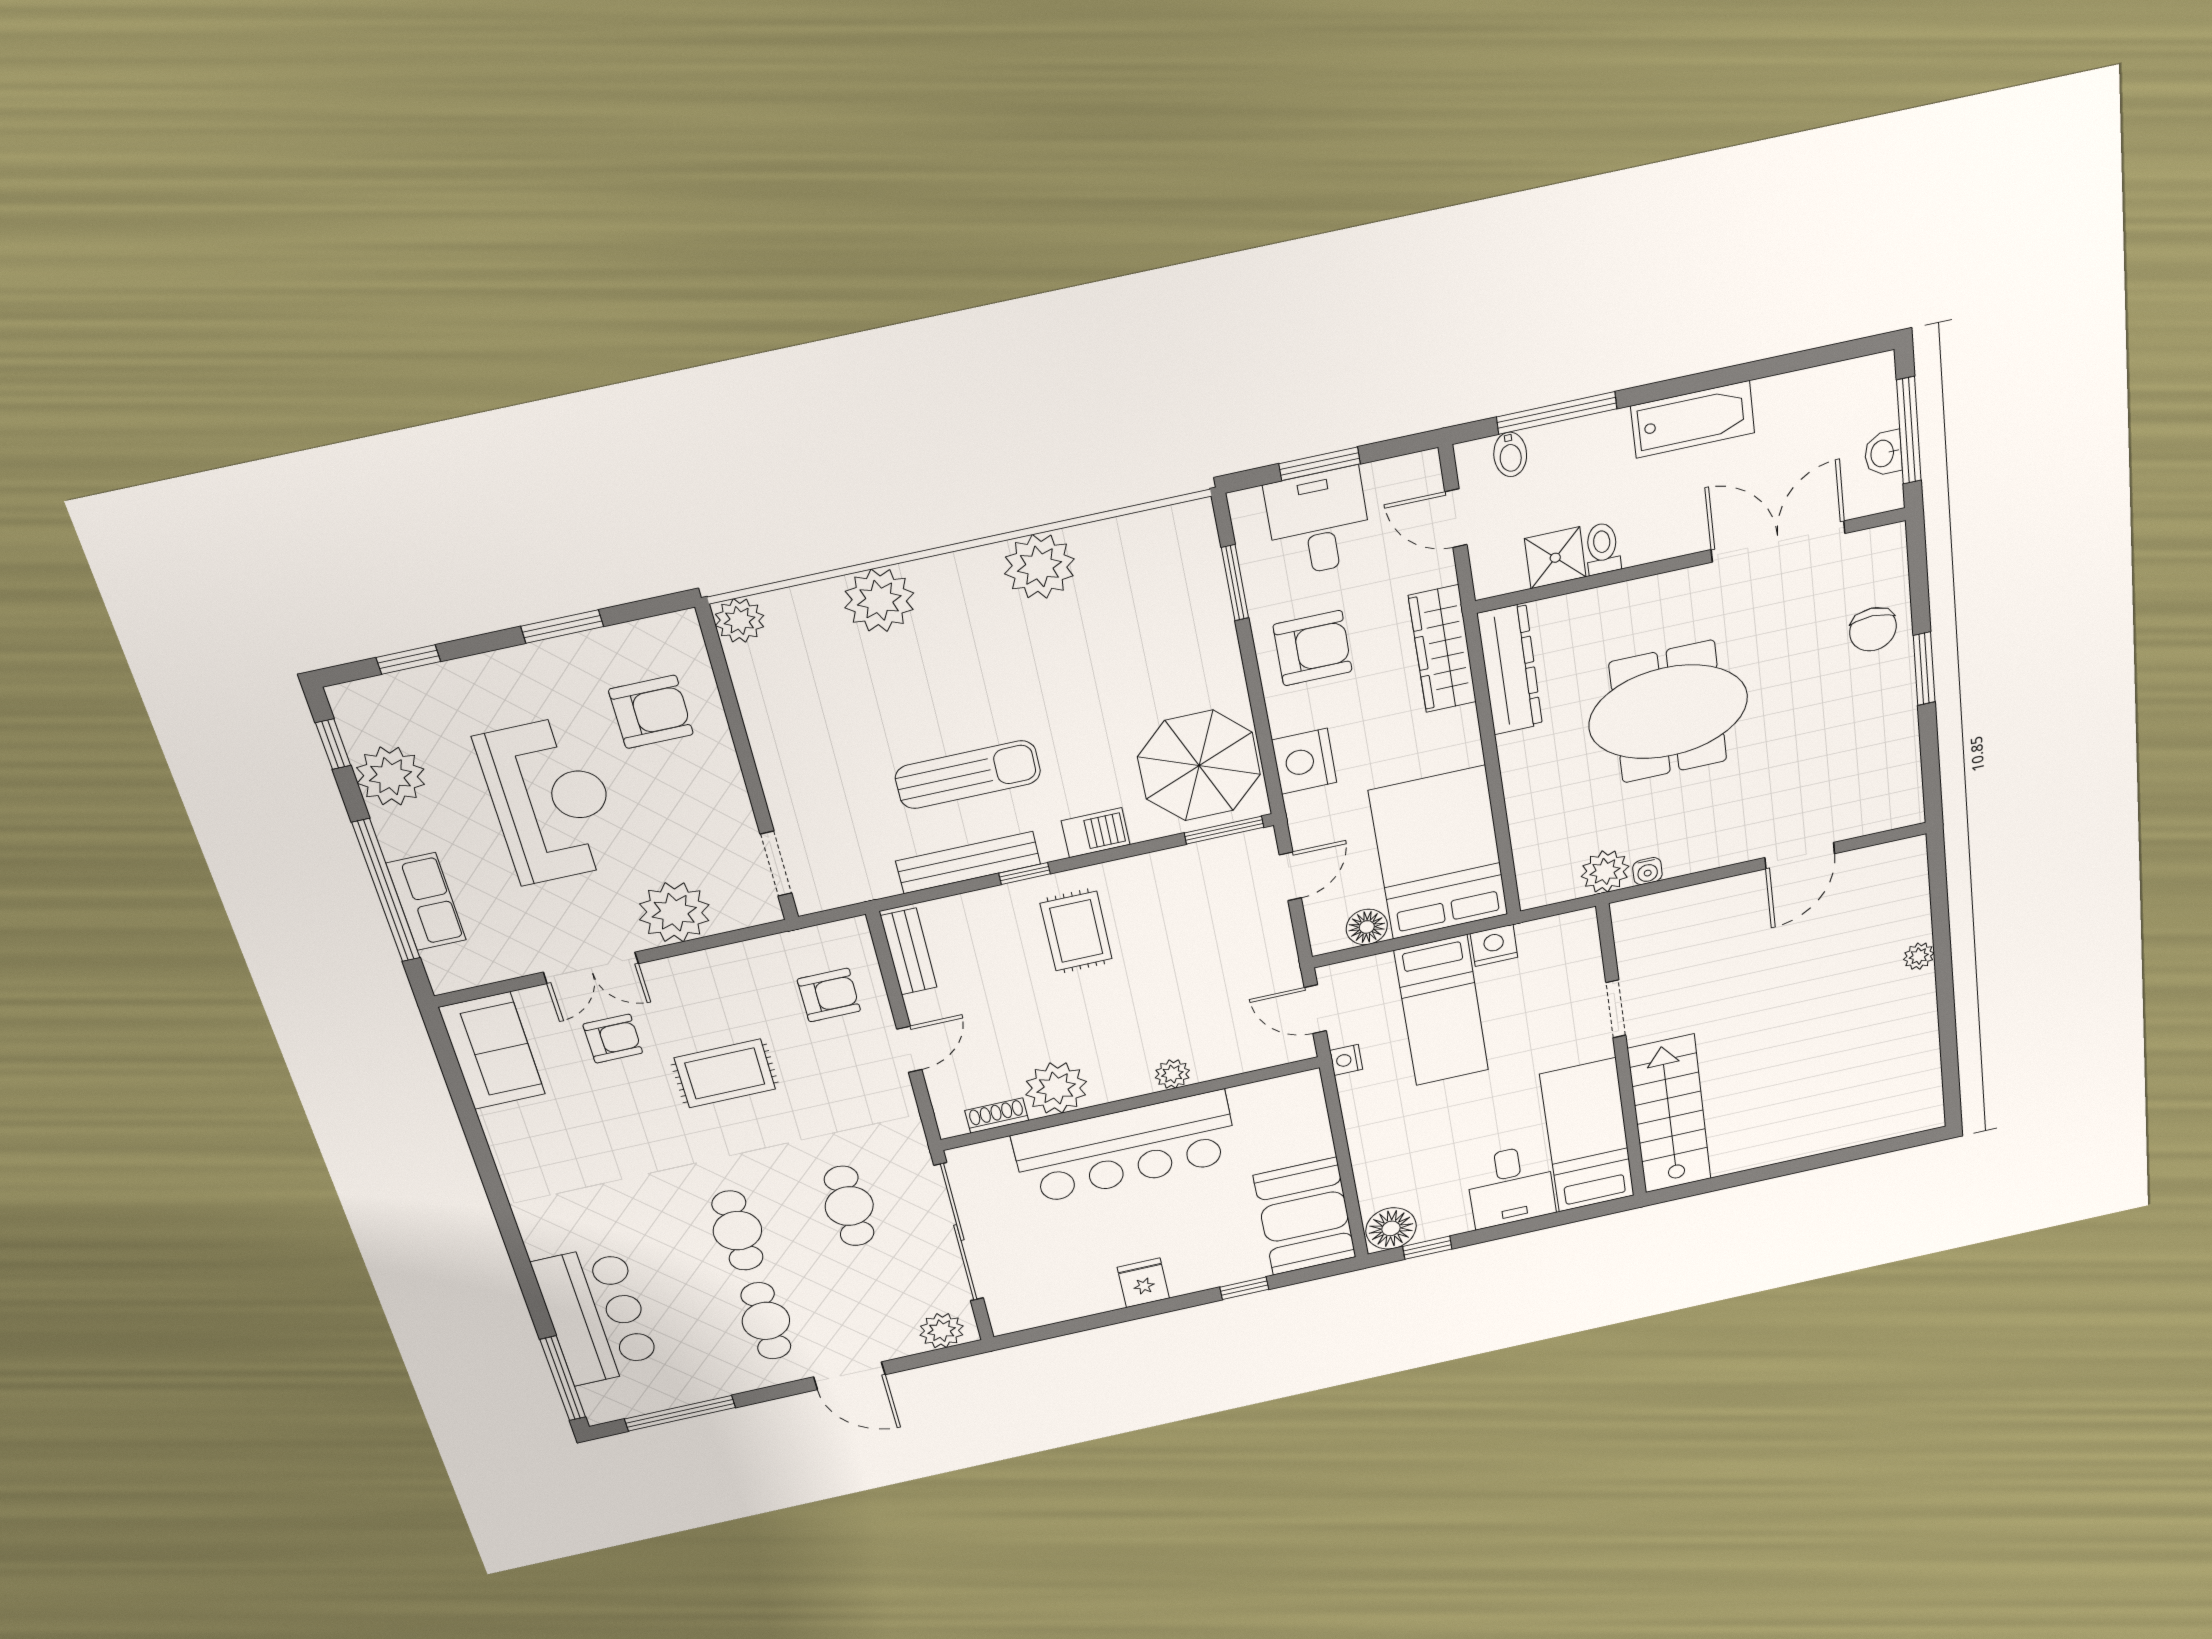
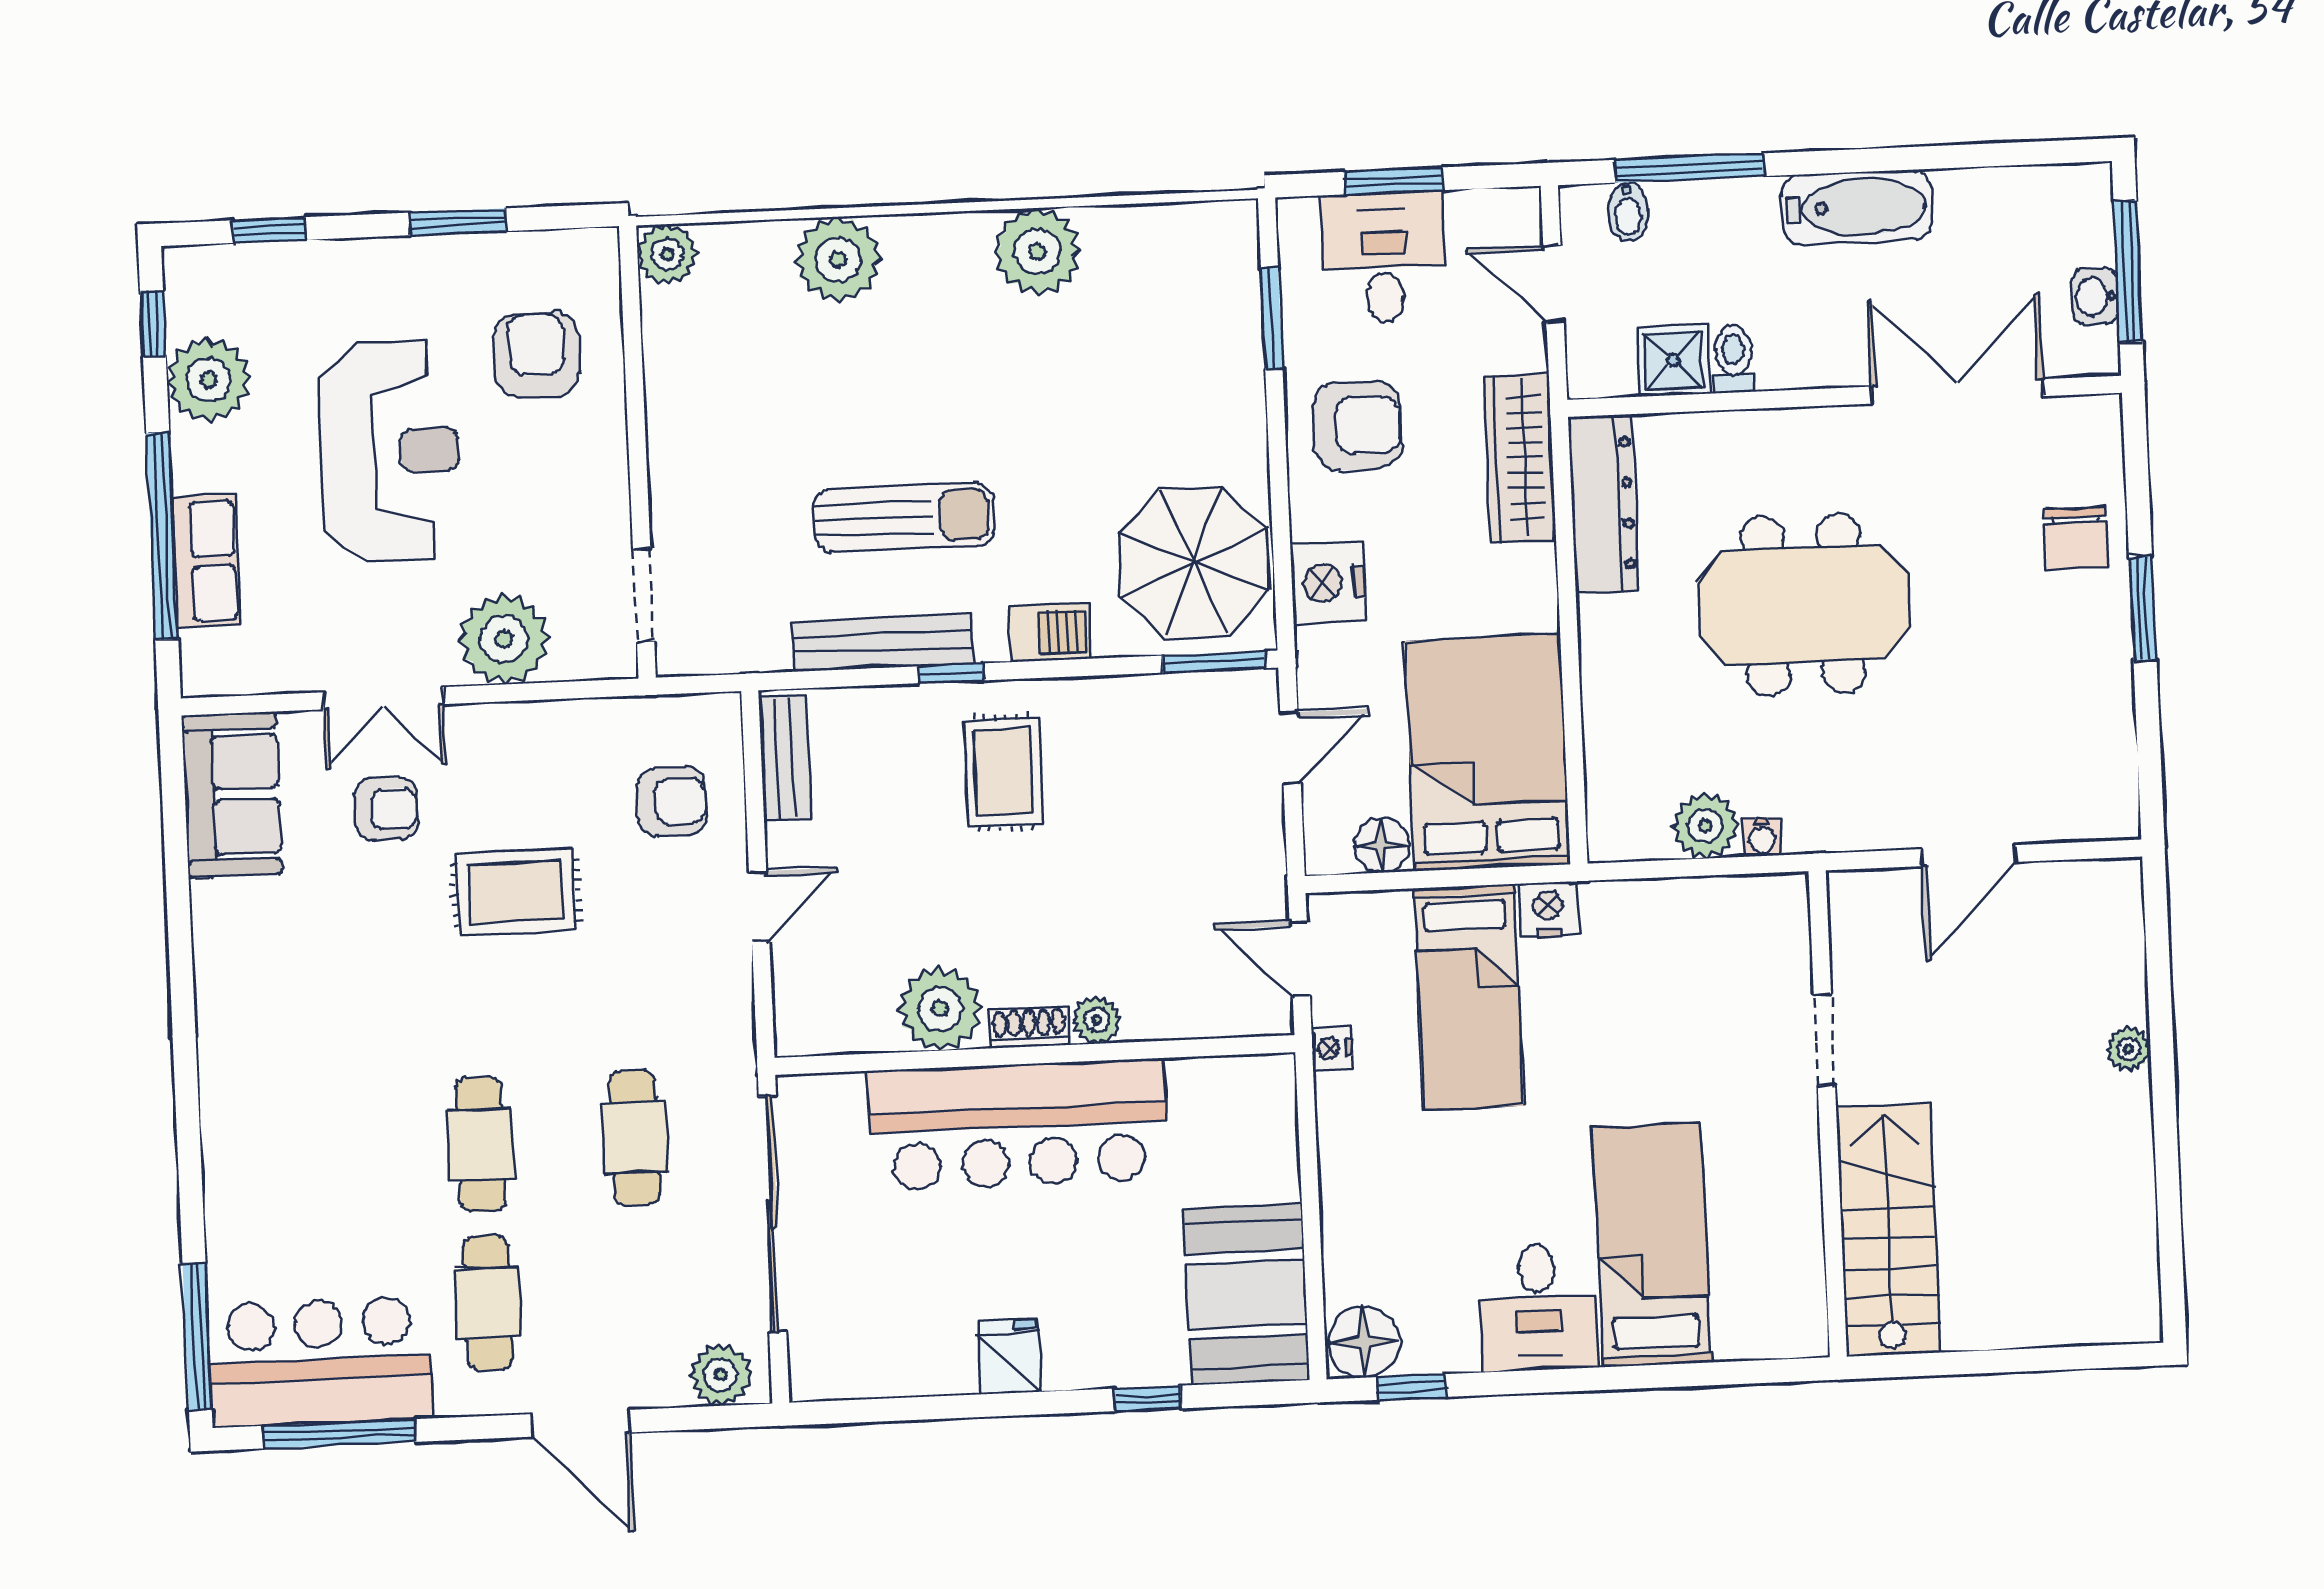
armchair: (651, 712) -> (537, 355), turned -90
doorway: (1616, 1009) -> (1824, 1040), moved
wall: (1622, 1053) -> (1828, 1114), moved
stairs: (1670, 1114) -> (1888, 1230), moved
shoe rack: (997, 1115) -> (1029, 1027), moved
bar counter: (596, 1315) -> (320, 1362), moved, turned -90

